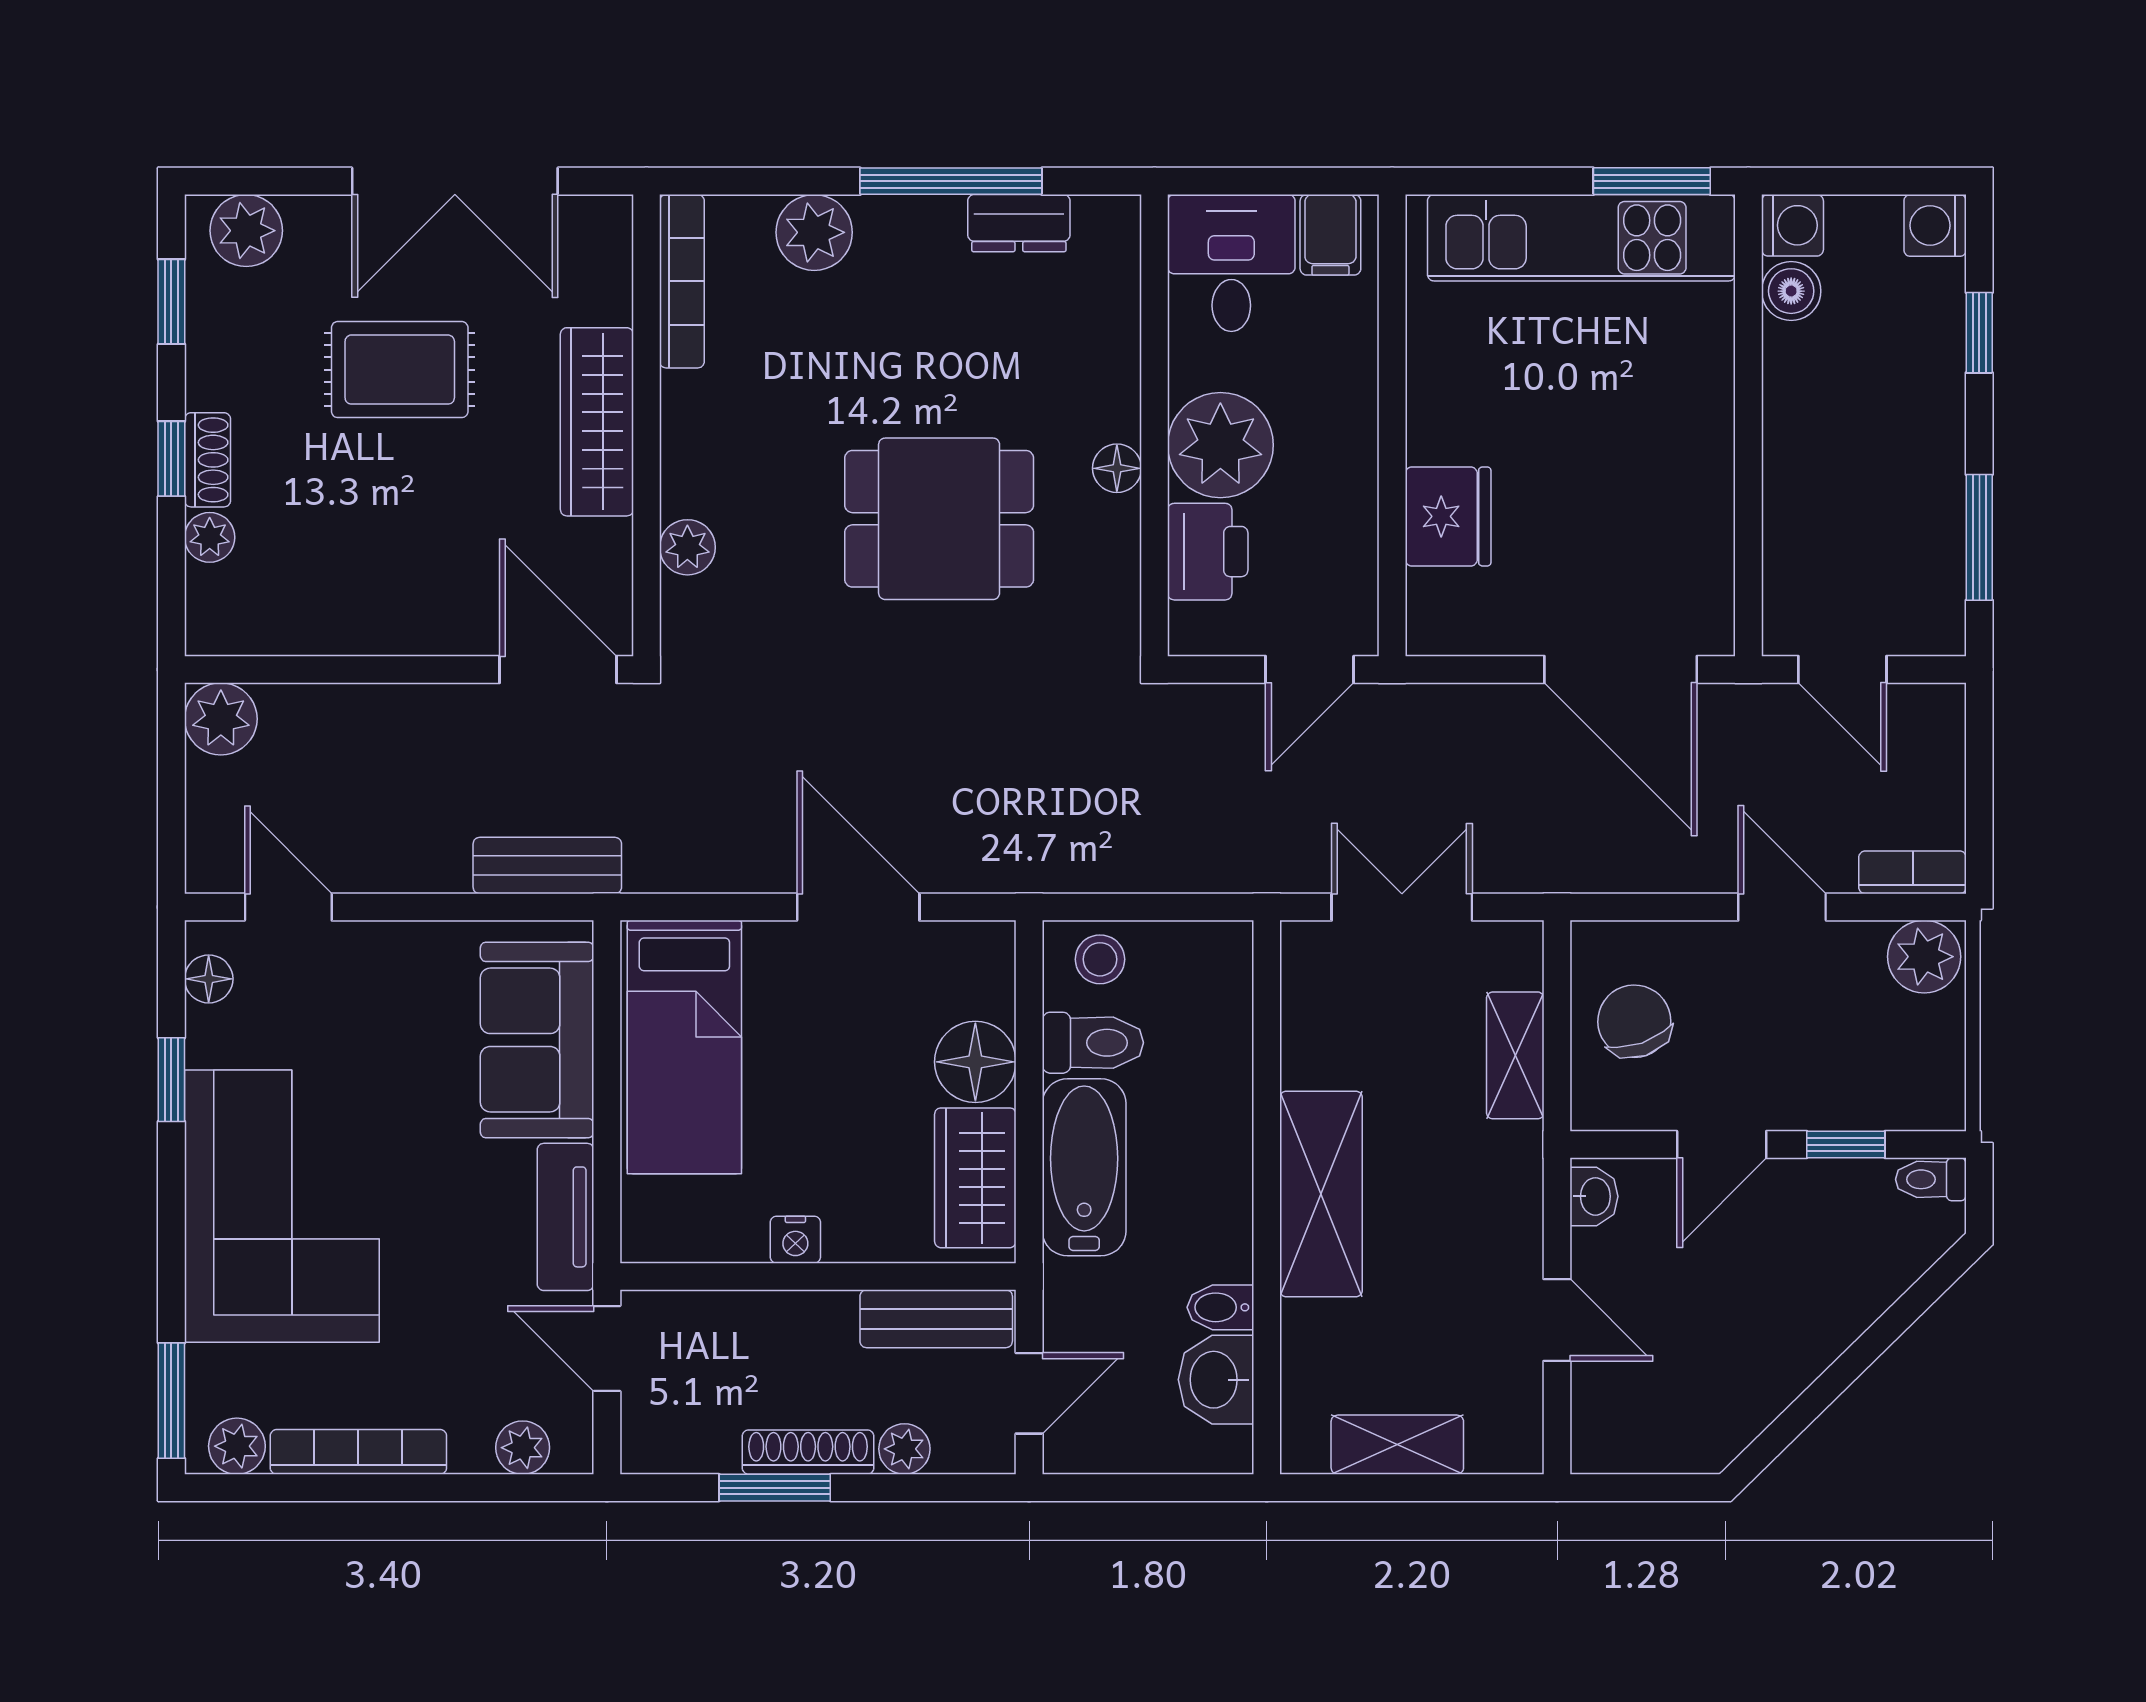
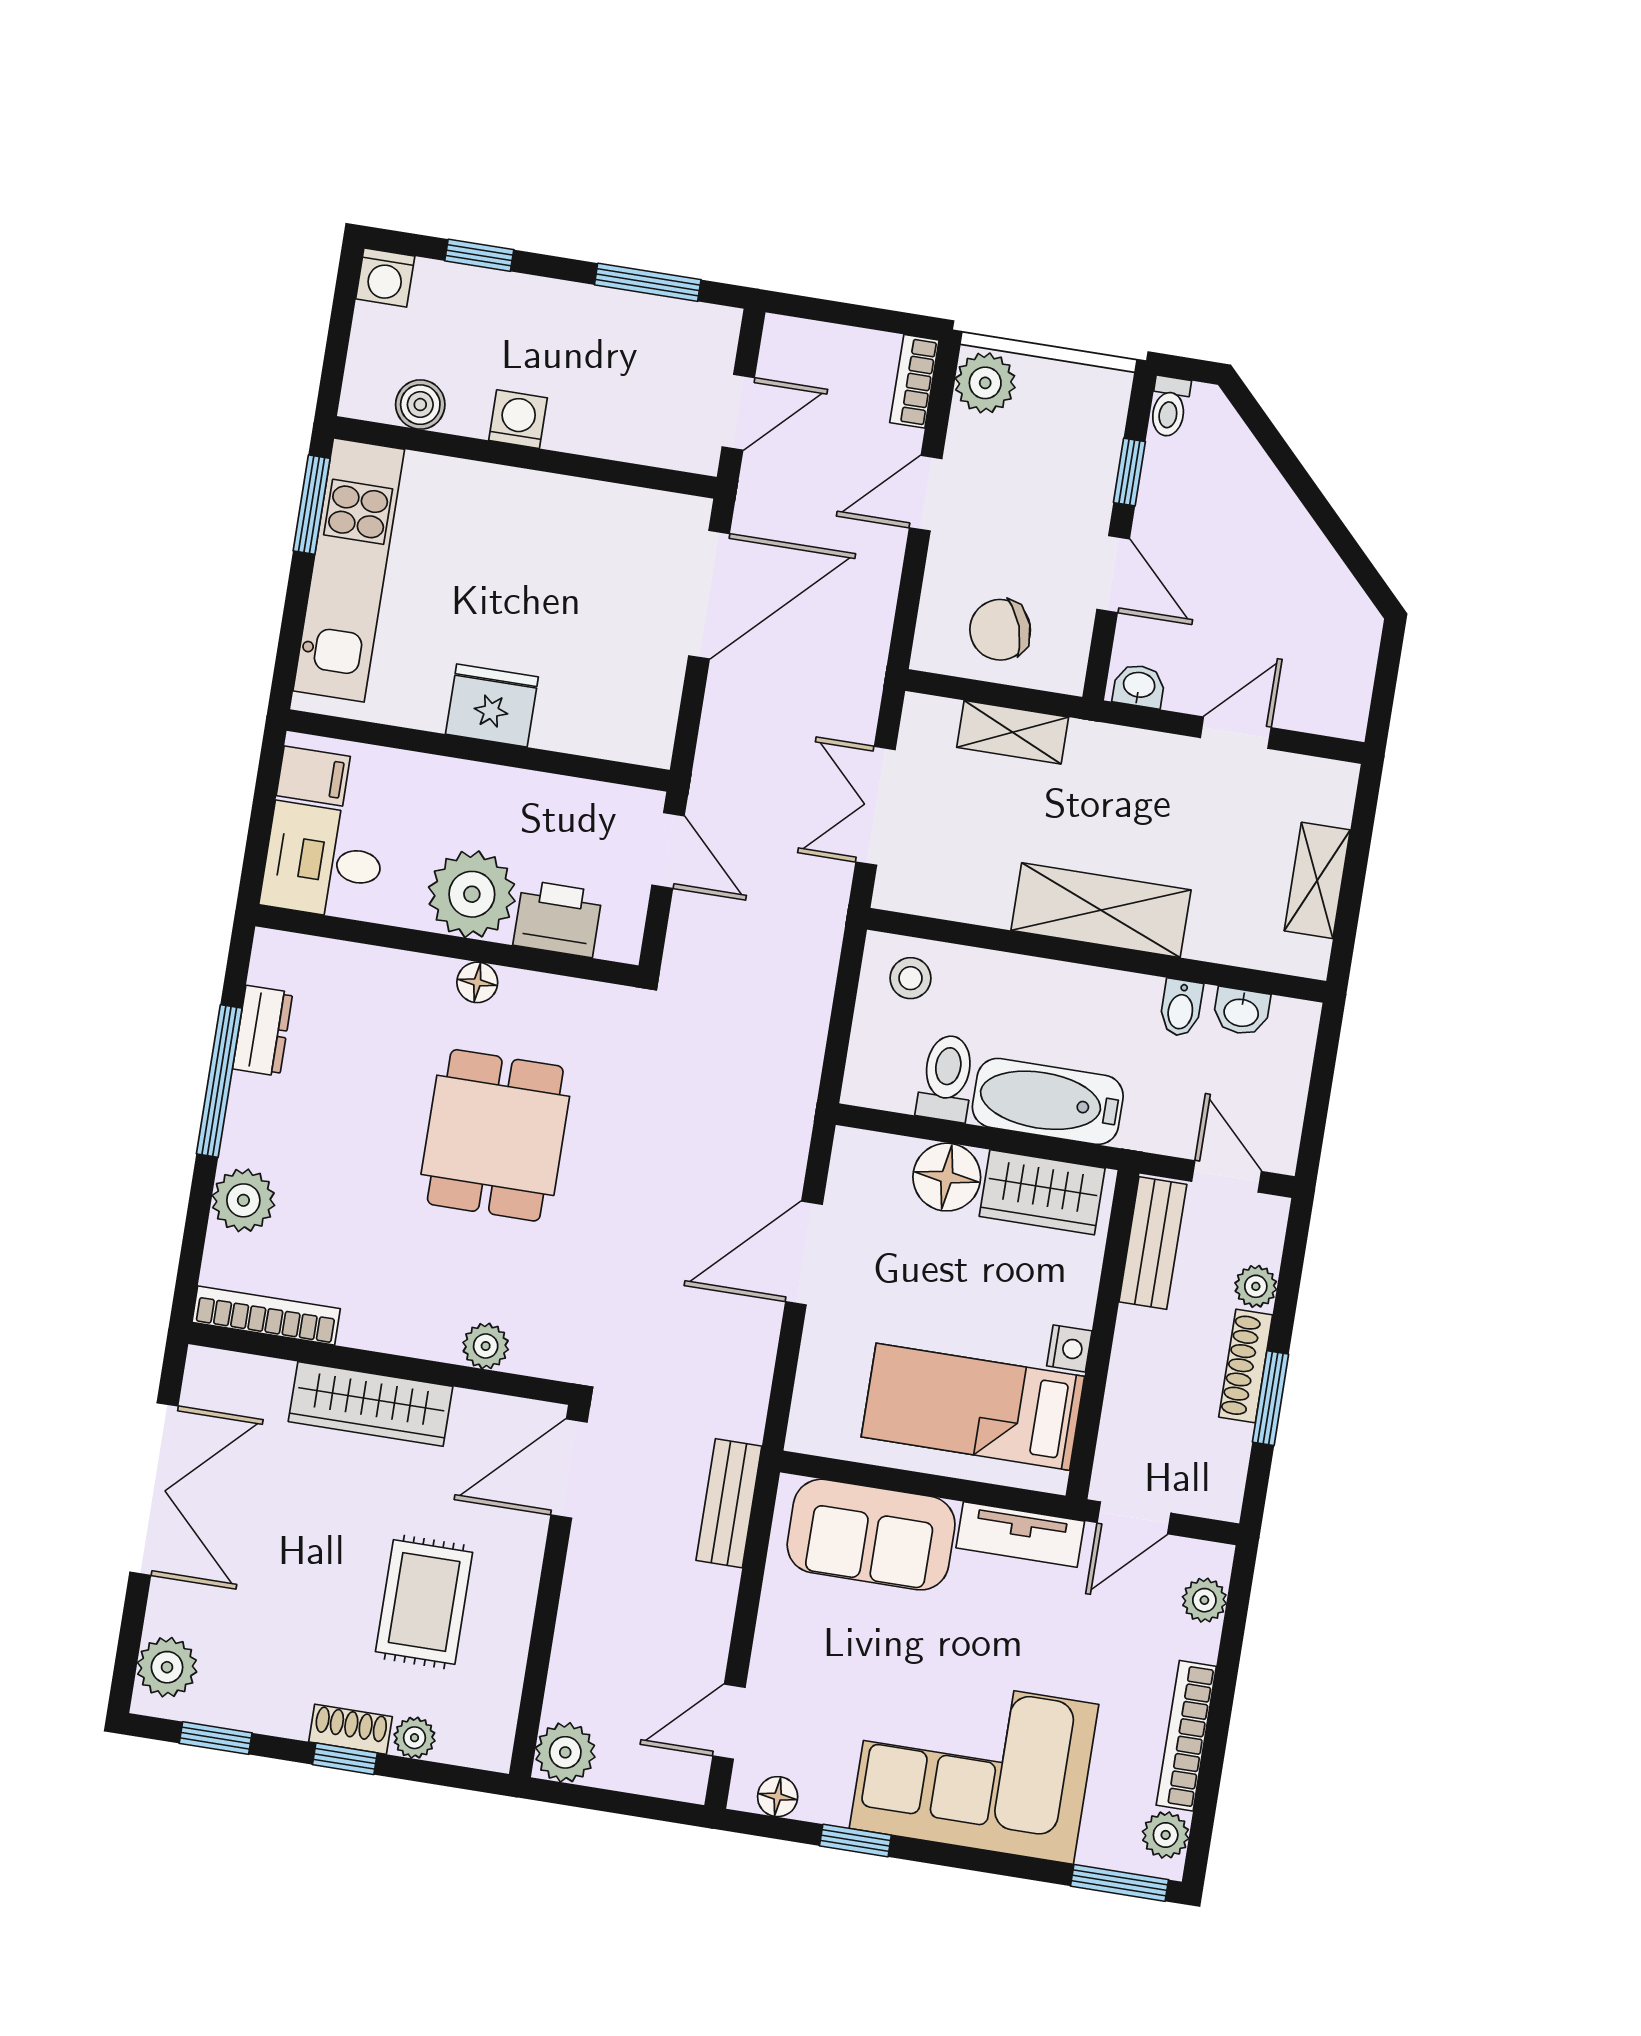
washing machine: (1792, 225) -> (518, 419), moved
rug: (400, 370) -> (424, 1602), moved
fridge: (1448, 516) -> (492, 705), moved
stool: (1100, 959) -> (911, 978), moved
bed: (684, 1047) -> (973, 1407), moved, turned 180
washbasin: (1216, 1380) -> (1241, 1011), width x0.72, depth x0.69

